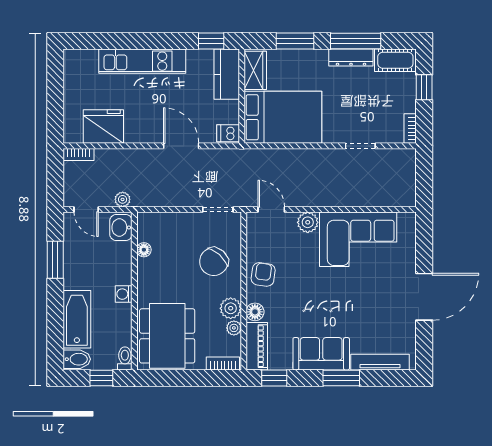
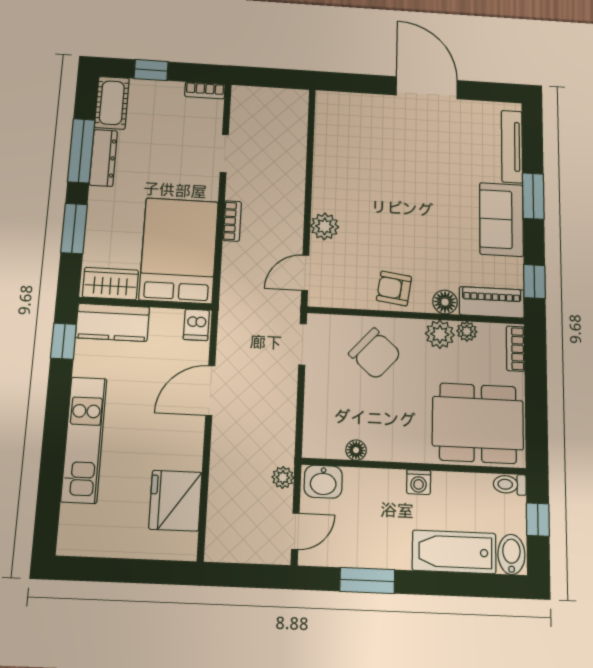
bookcase: (79, 154) -> (232, 221), moved
corner sofa: (358, 239) -> (349, 164), removed

